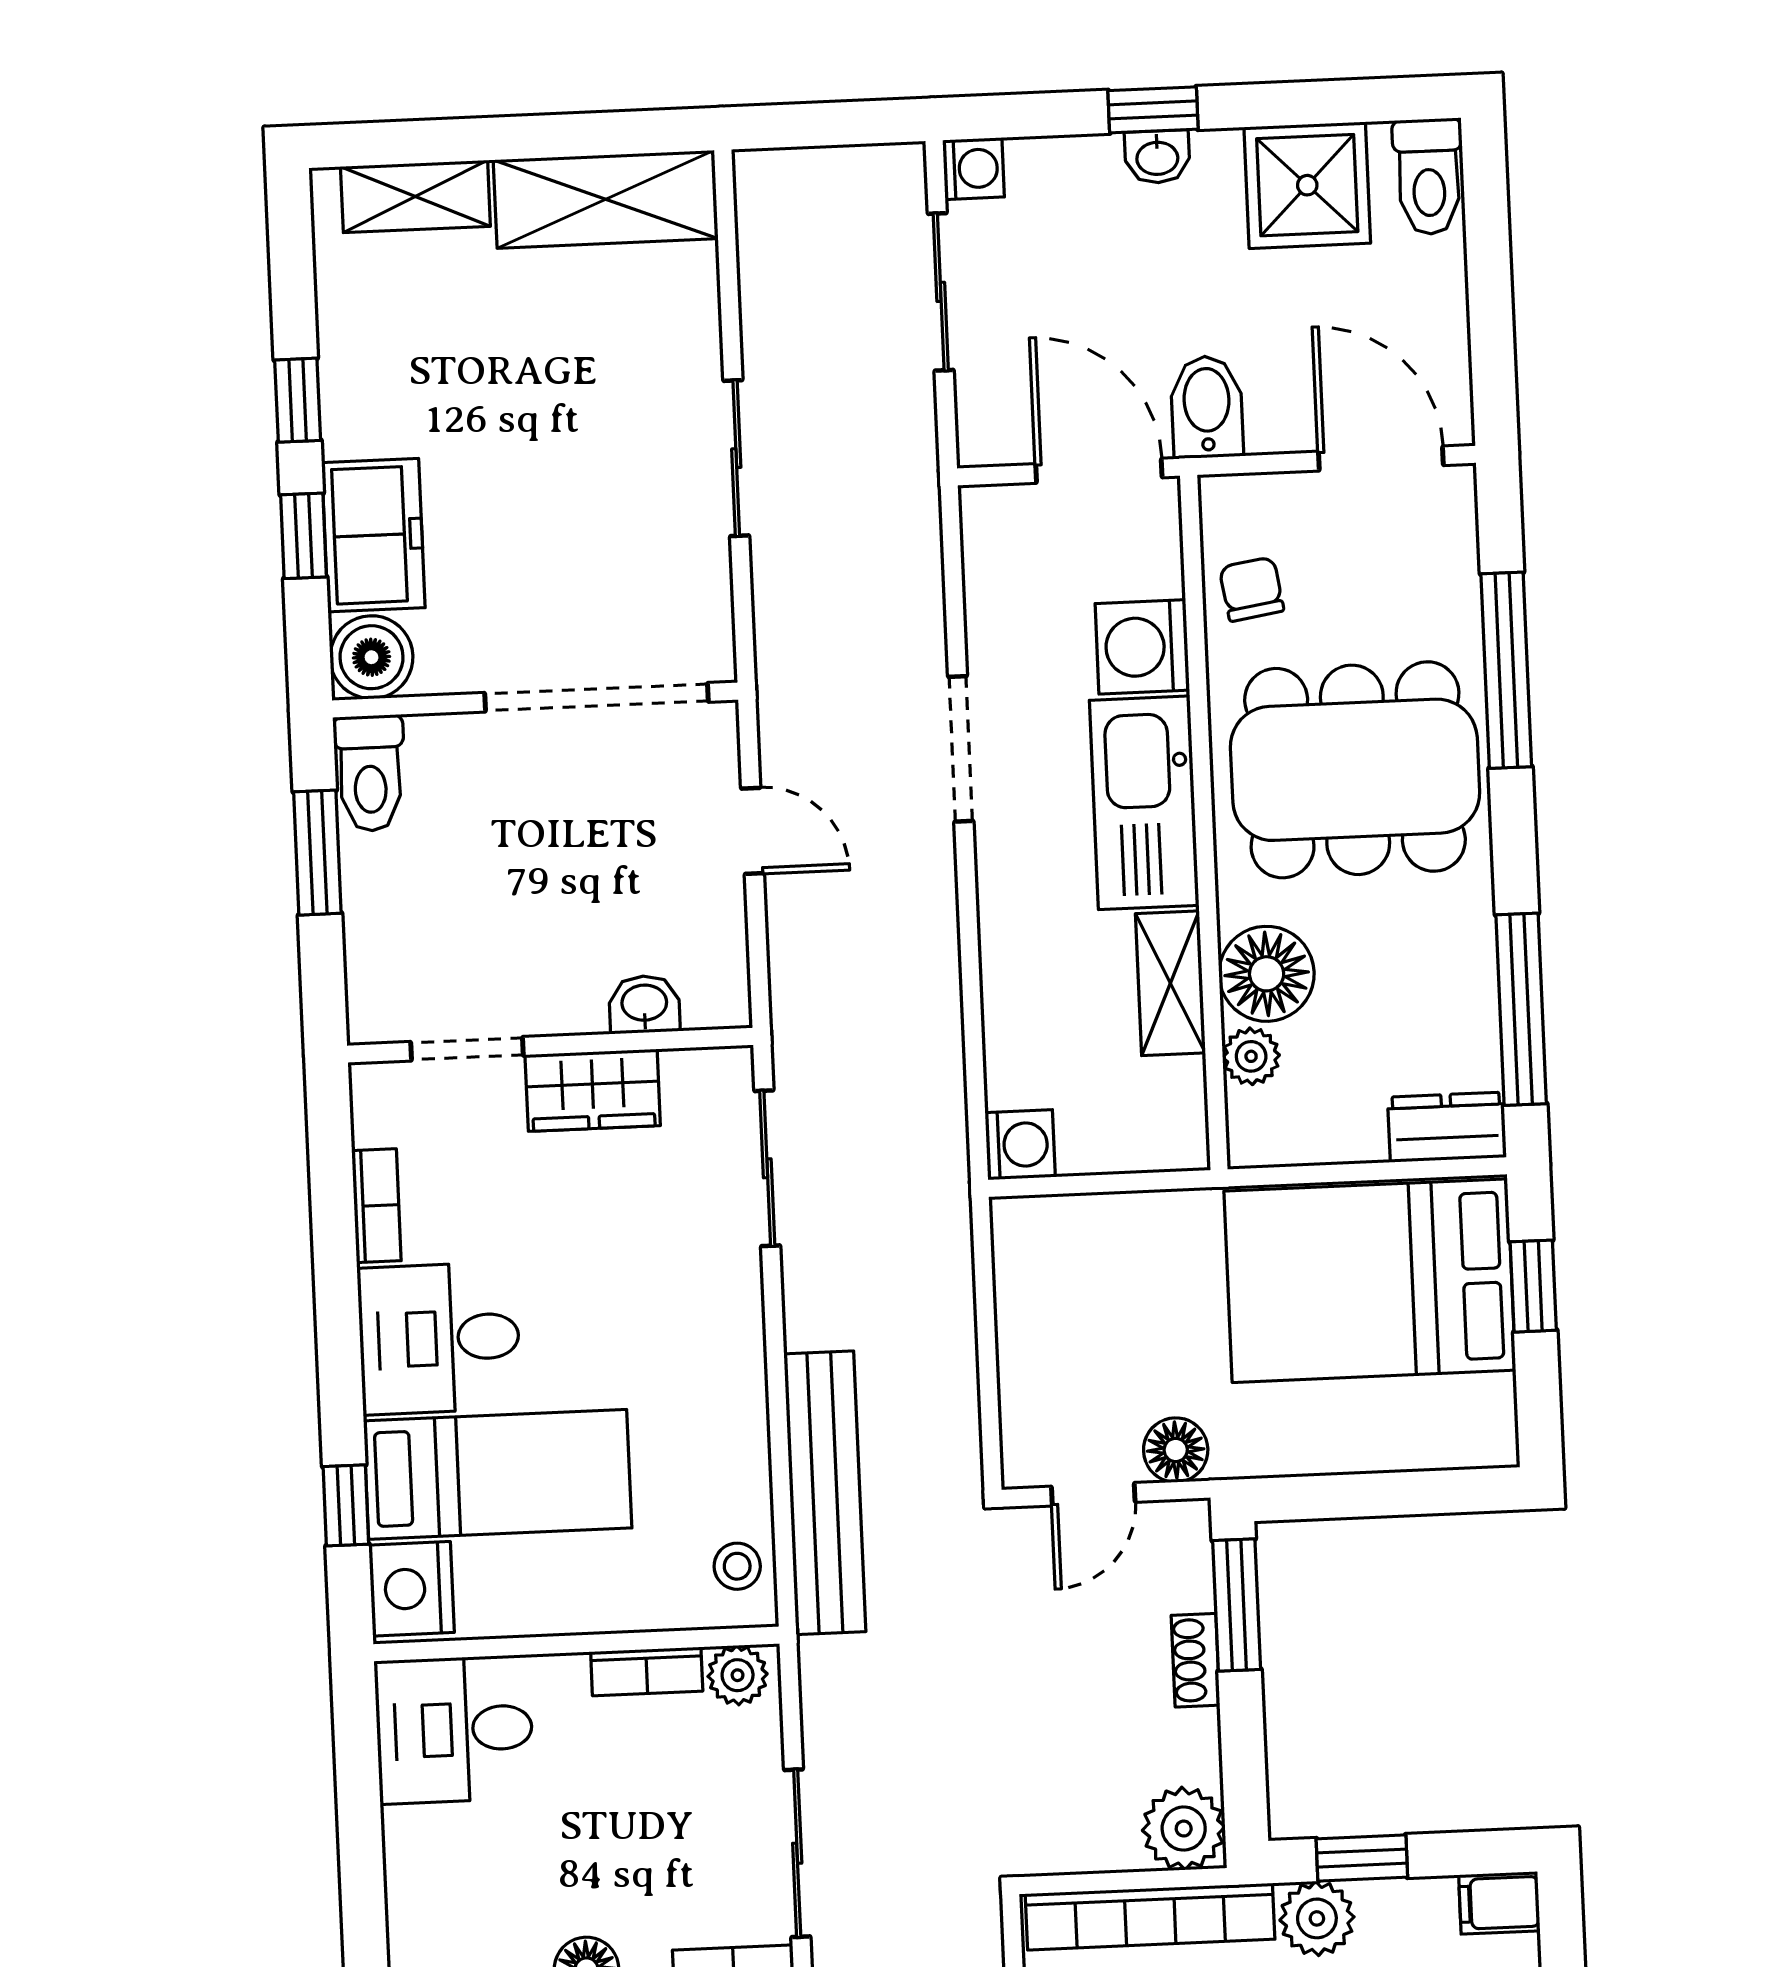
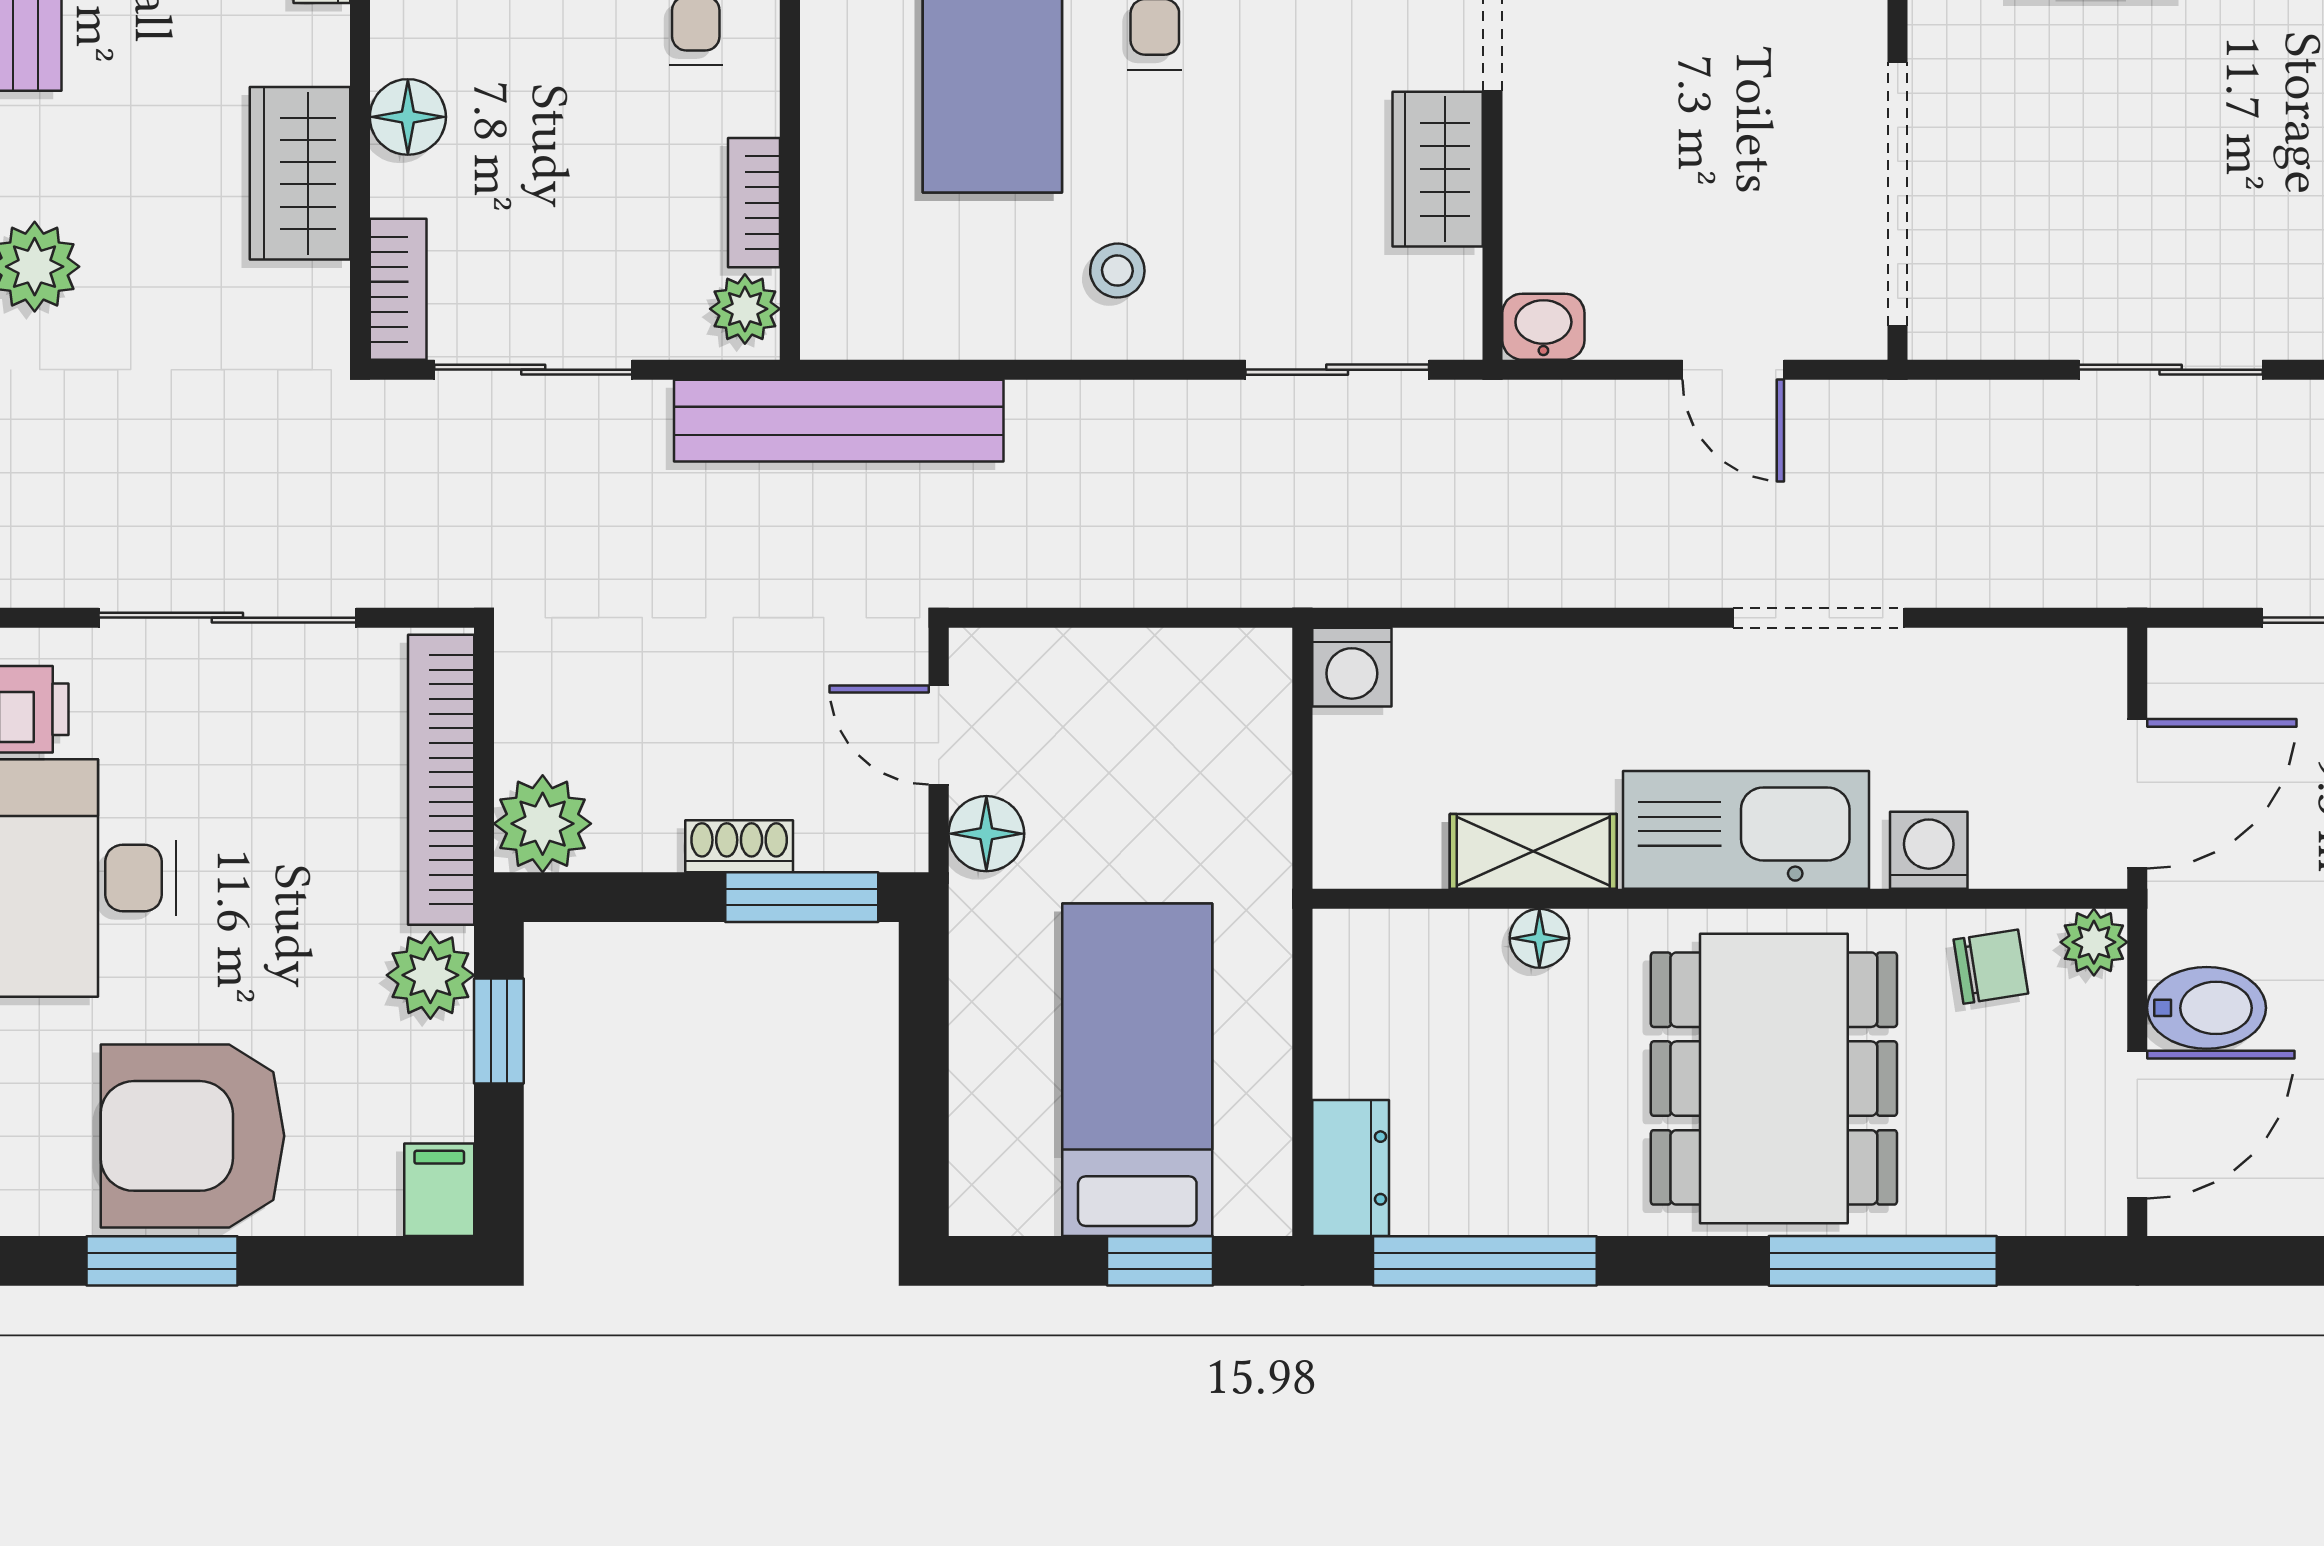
bidet: (1207, 407) -> (2207, 1008), moved
washing machine: (1142, 647) -> (1929, 850), width x0.73, depth x0.73
door: (753, 831) -> (1733, 370), hinge flipped
floor lamp: (1267, 974) -> (1539, 938), width x0.53, depth x0.53
washbasin: (644, 1004) -> (1543, 327), moved, turned -90
plant: (1251, 1056) -> (2094, 942), moved
bed: (1370, 1281) -> (1137, 1070), width x0.67
bench: (825, 1493) -> (839, 421), moved
stool: (737, 1566) -> (1117, 271), moved

